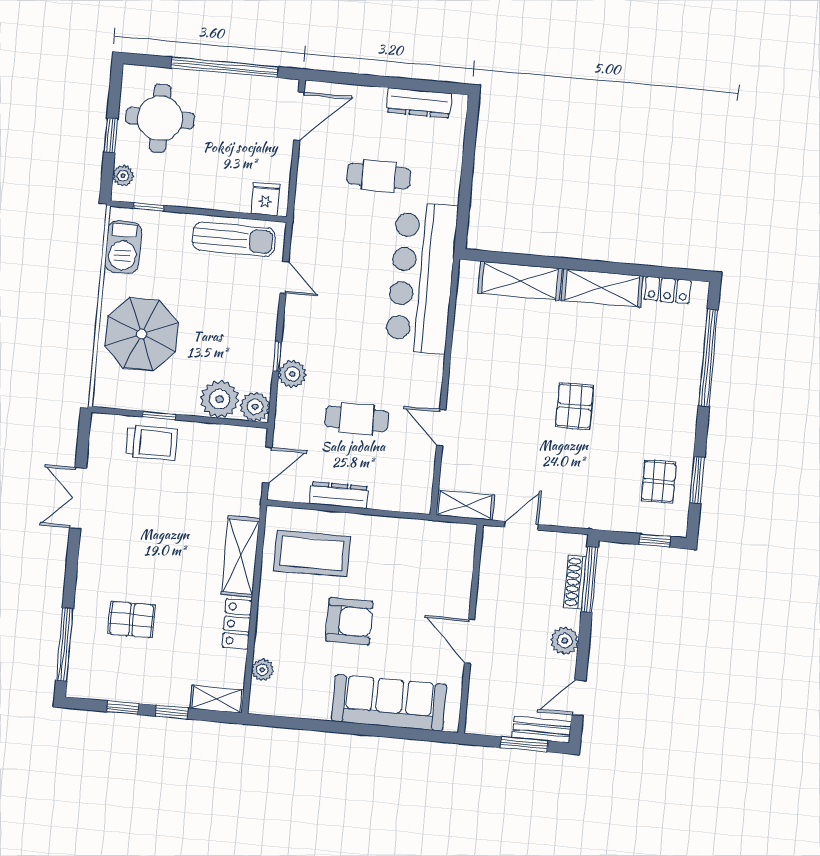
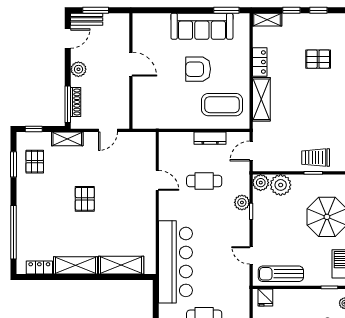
shelving: (465, 505) -> (67, 139), moved
plant: (262, 670) -> (244, 38), removed
sofa: (389, 703) -> (202, 26), moved
window: (289, 723) -> (226, 10), added

